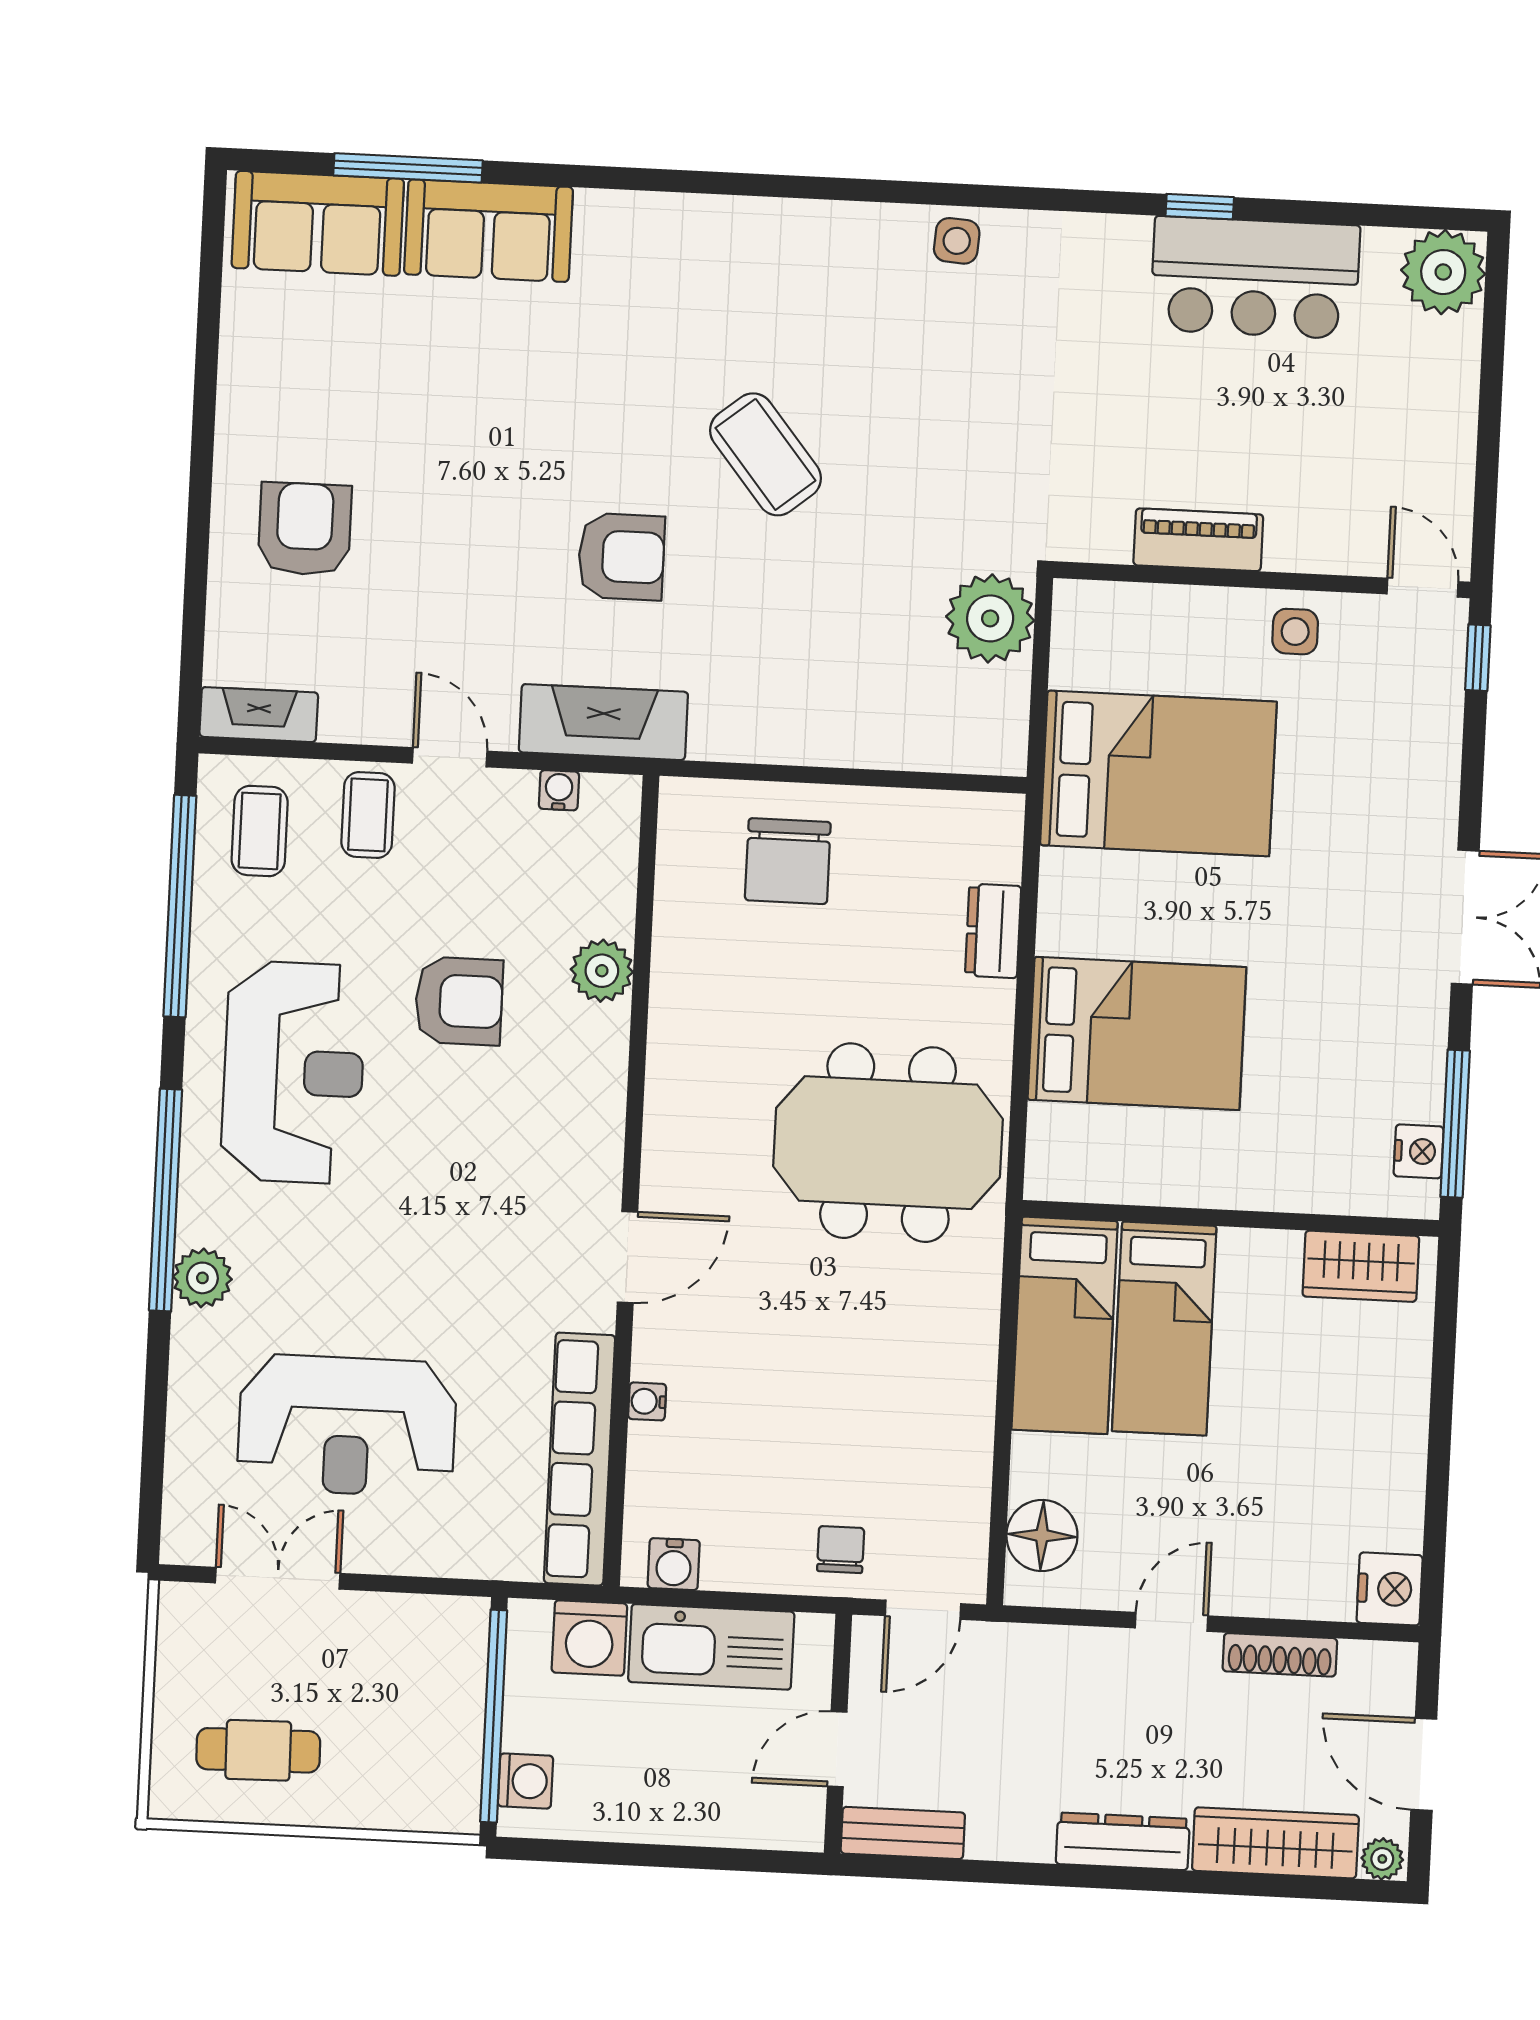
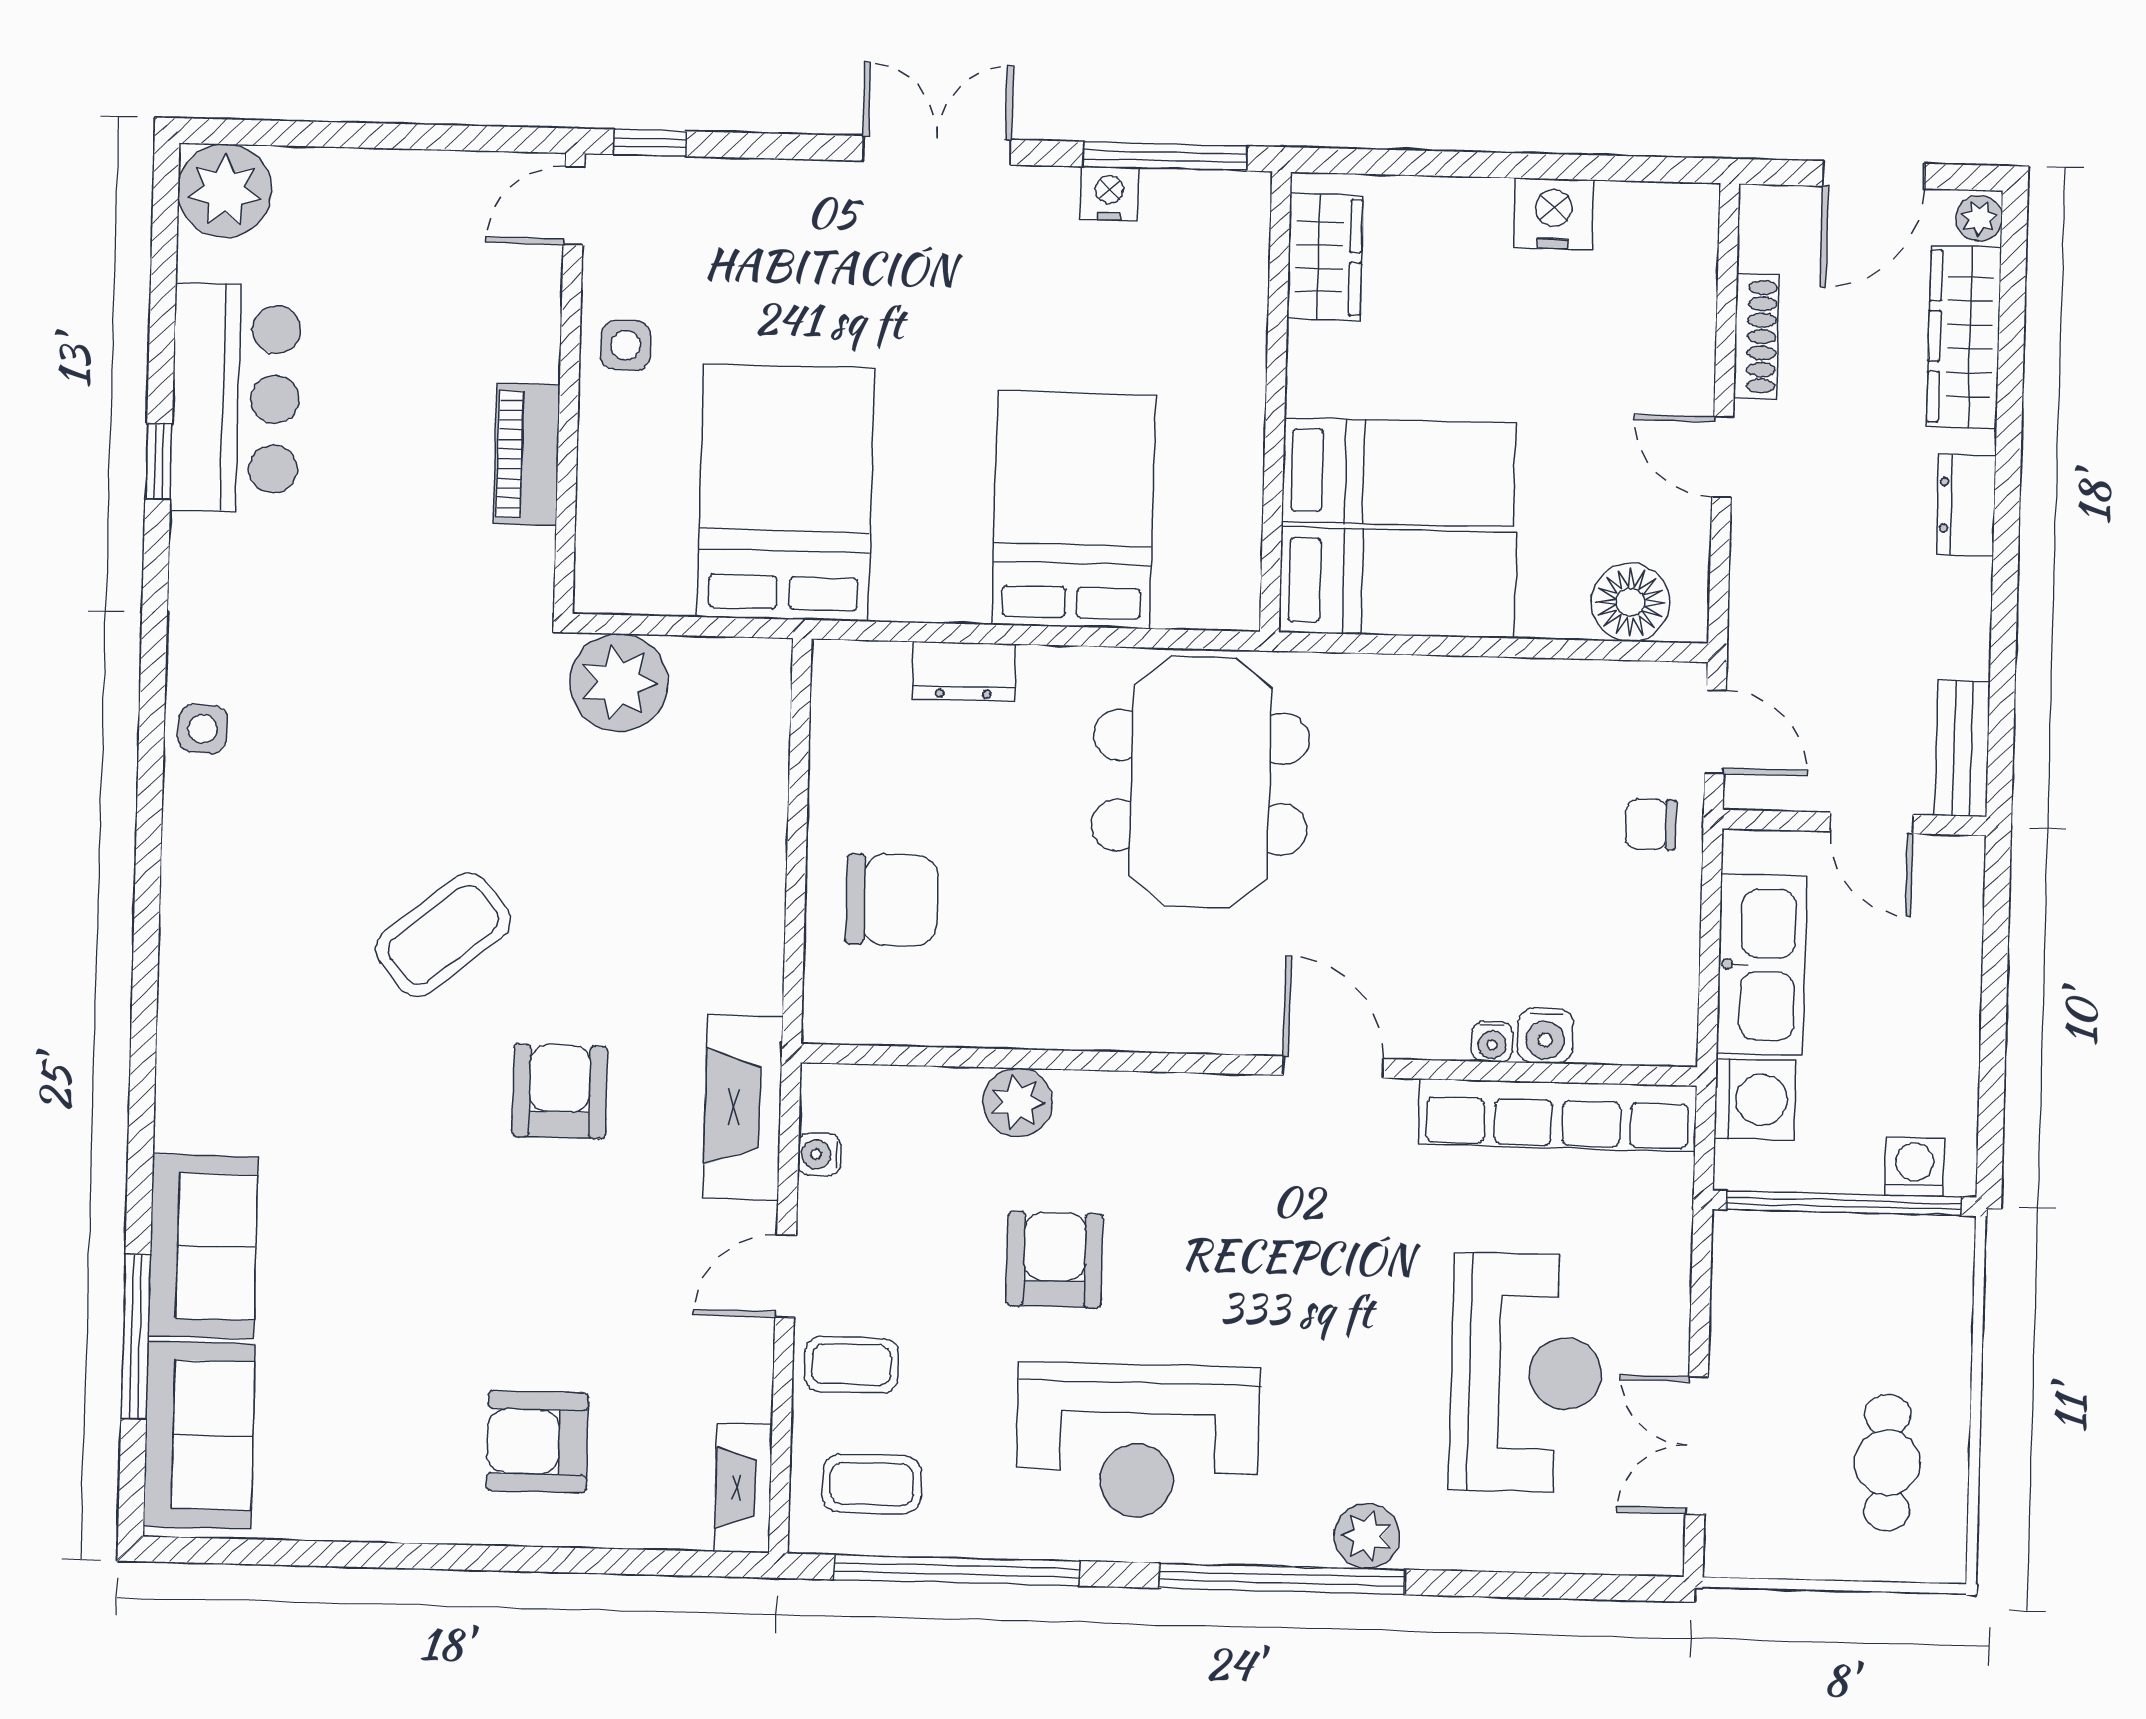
reception desk: (293, 1072) -> (1138, 1441), turned 180
nightstand: (1419, 1151) -> (1109, 194), moved
water cooler: (674, 1564) -> (1545, 1036), moved, turned 90
nightstand: (1390, 1589) -> (1554, 214), moved
dresser: (1123, 1841) -> (1966, 505), width x0.70

